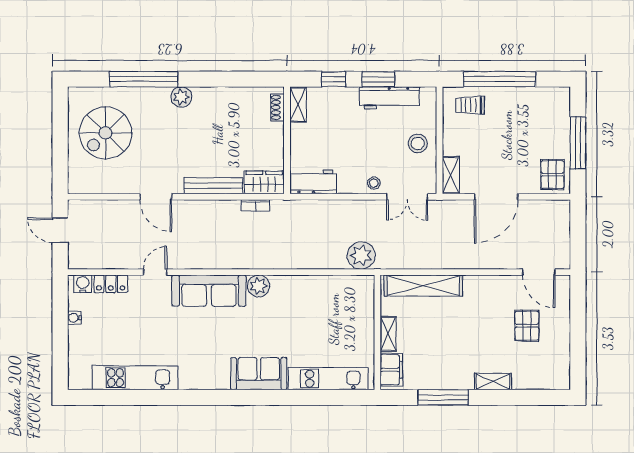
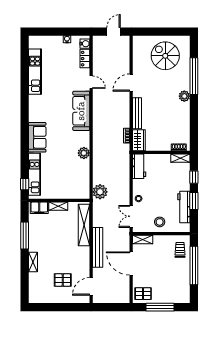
bench: (465, 260) -> (98, 247), added
plant: (258, 286) -> (84, 153), moved
window: (347, 397) -> (25, 184), added

